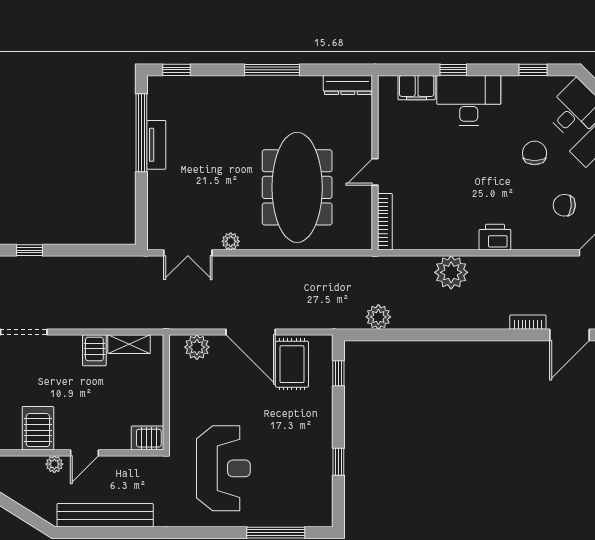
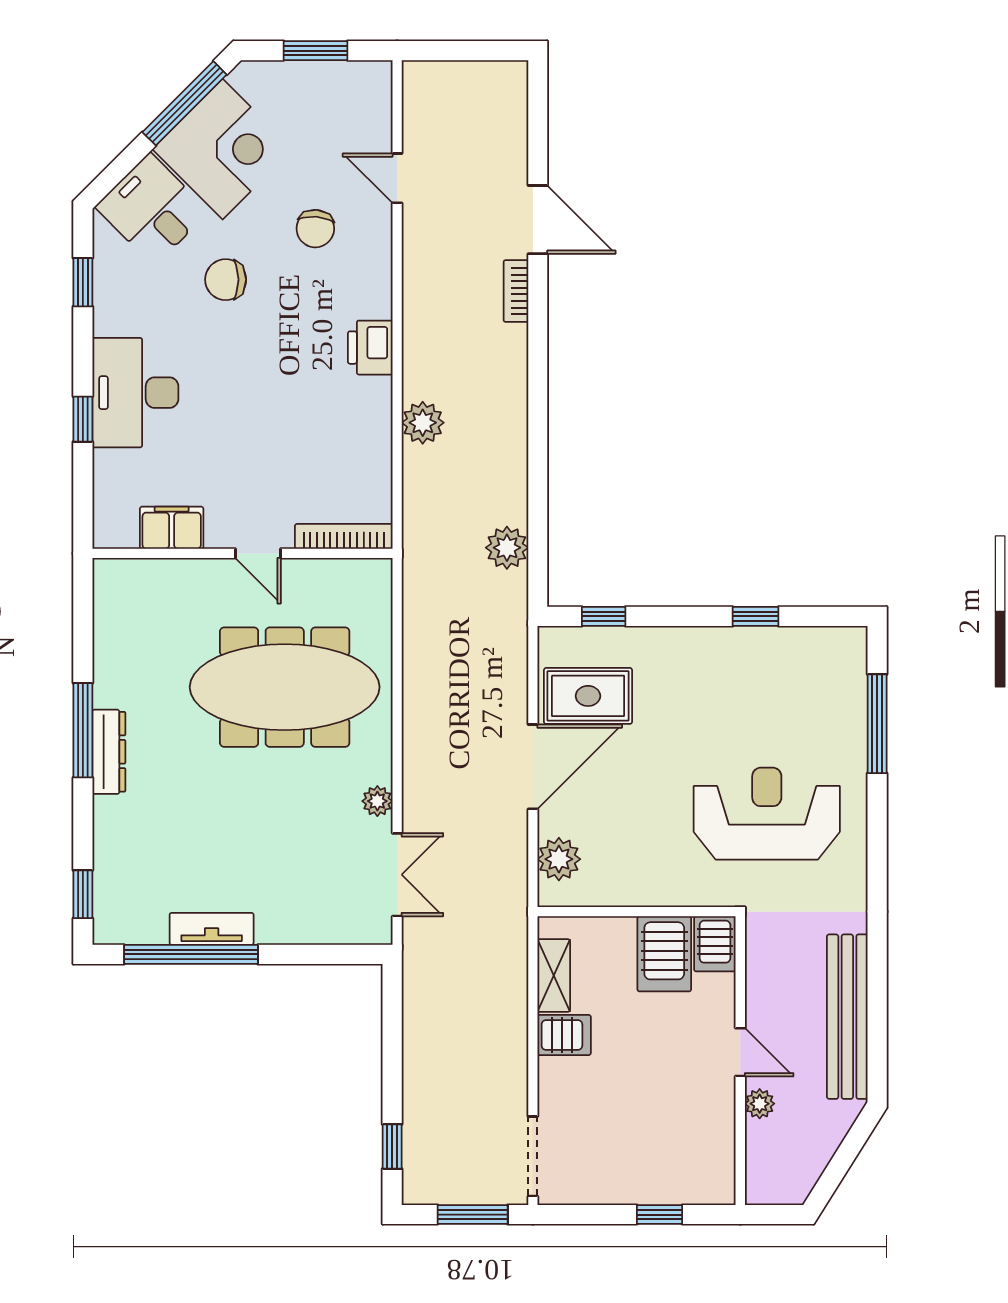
dresser: (348, 85) -> (109, 752), moved
filing cabinet: (417, 88) -> (172, 528), moved, turned -90
plant: (451, 272) -> (423, 423), width x0.73, depth x0.73
server rack: (38, 428) -> (664, 954), moved, turned -90

